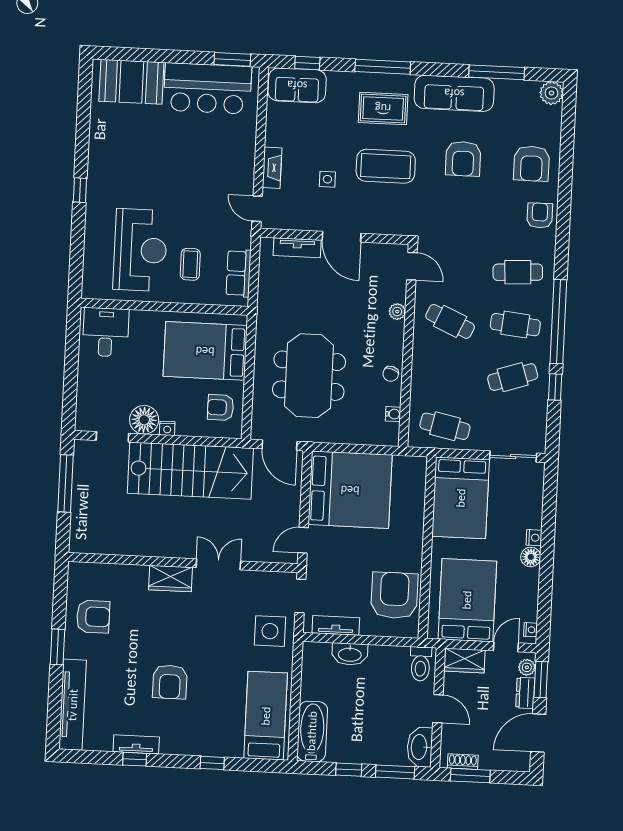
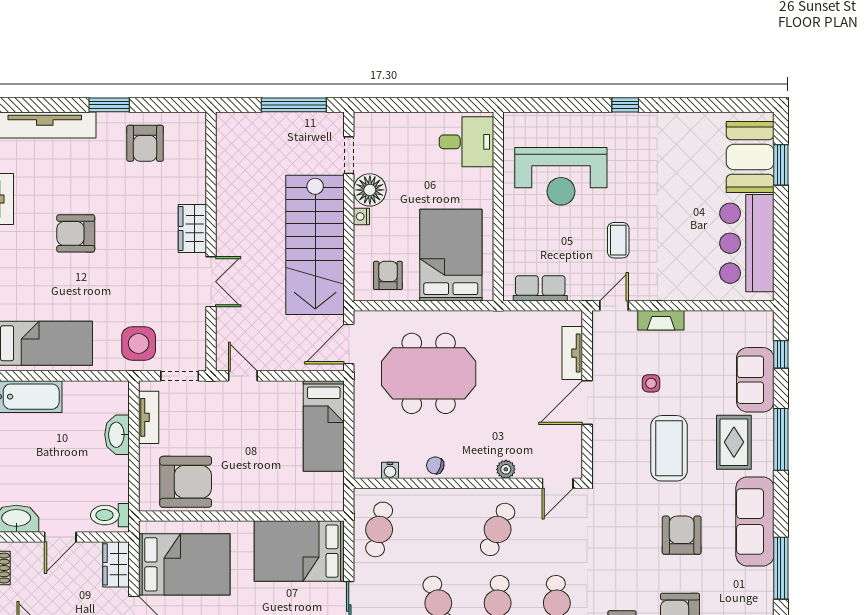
window: (232, 59) -> (781, 165), moved
sofa: (297, 85) -> (755, 380), moved
armchair: (463, 159) -> (682, 535), turned 90
coffee table: (190, 264) -> (618, 240), moved, turned 90
bed: (350, 490) -> (324, 426), width x0.49

